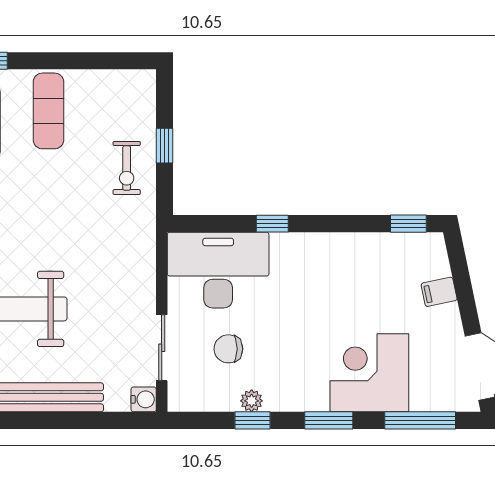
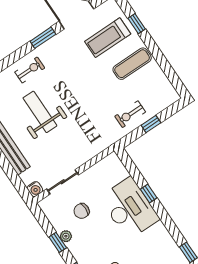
desk: (218, 270) -> (129, 208), moved
chair: (228, 349) -> (82, 211), turned -90

